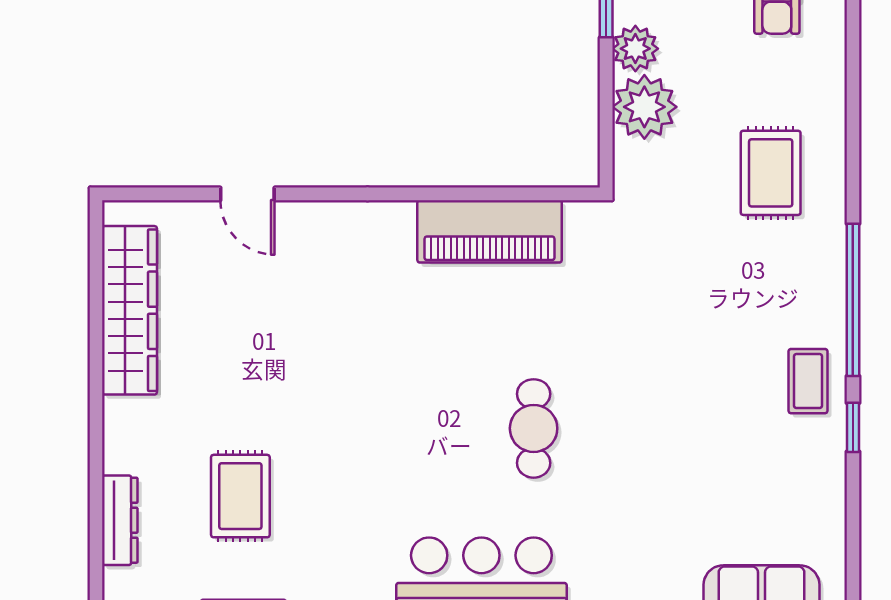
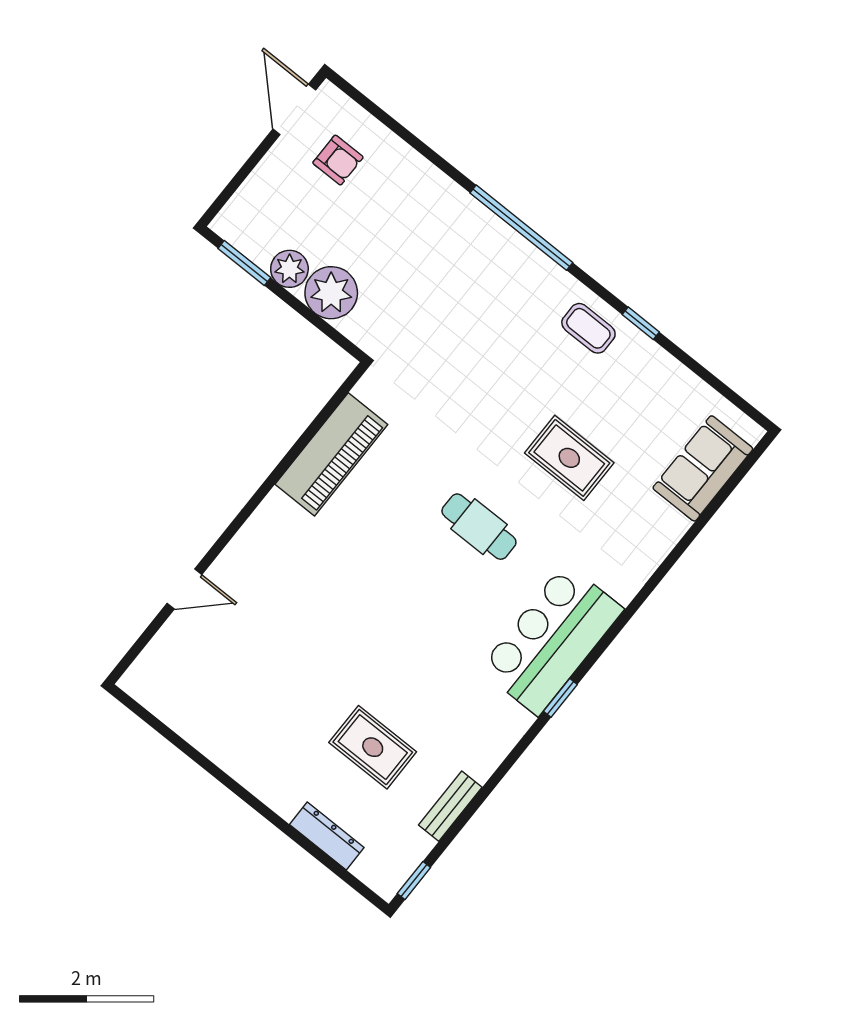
rug: (771, 173) -> (569, 458), moved
window: (853, 300) -> (521, 228), moved
wardrobe: (130, 310) -> (198, 723), removed

